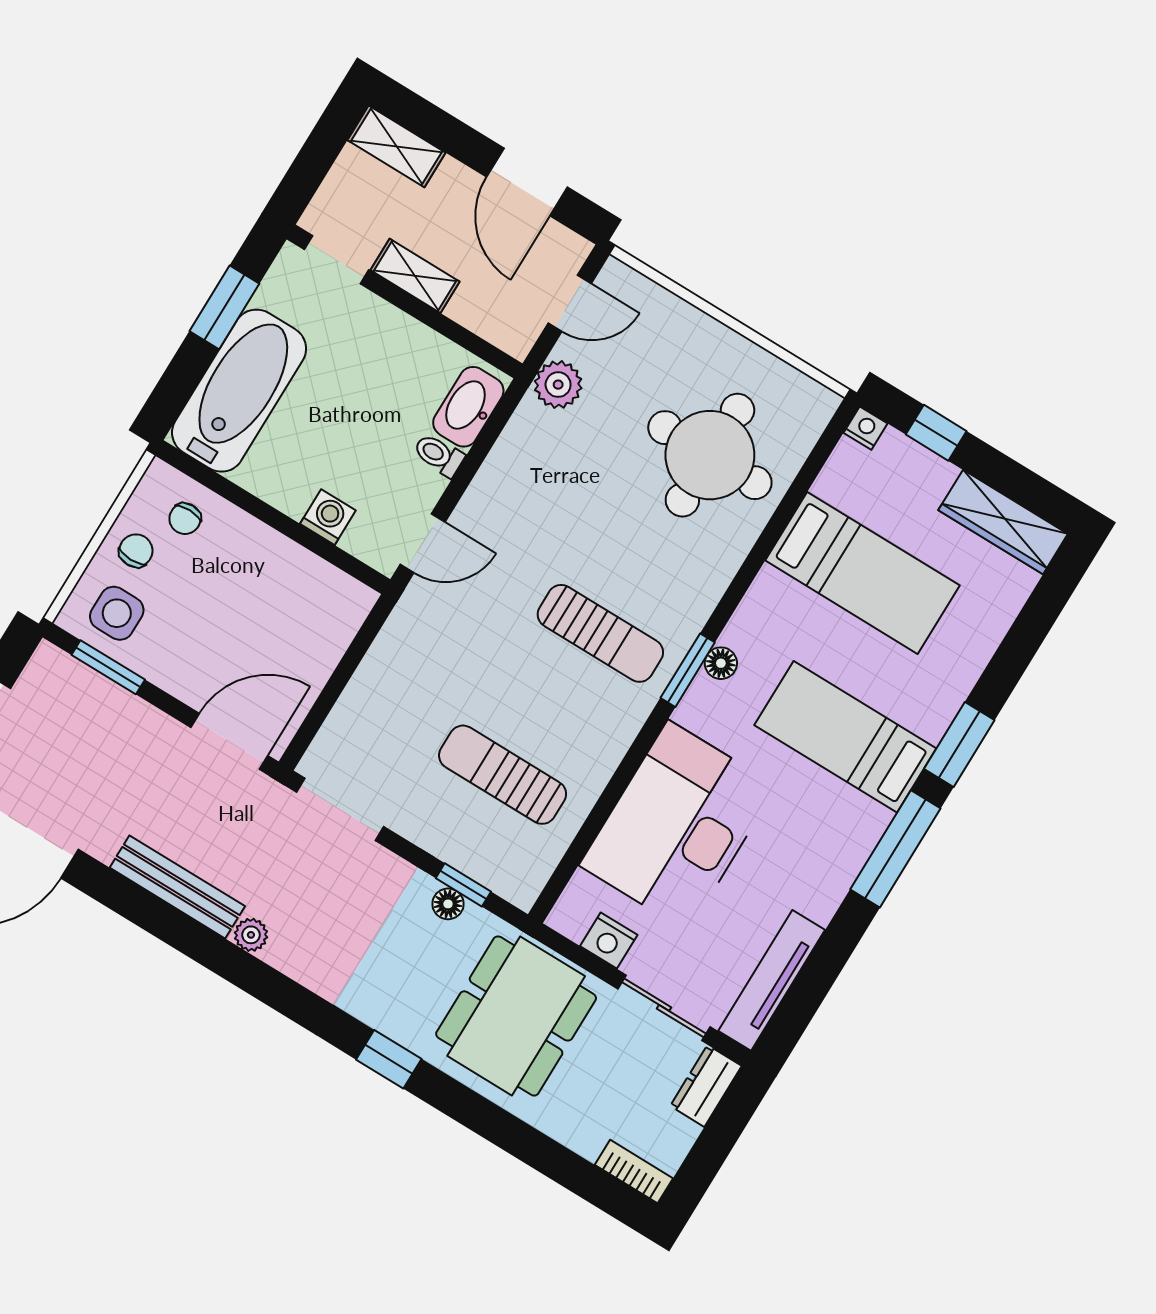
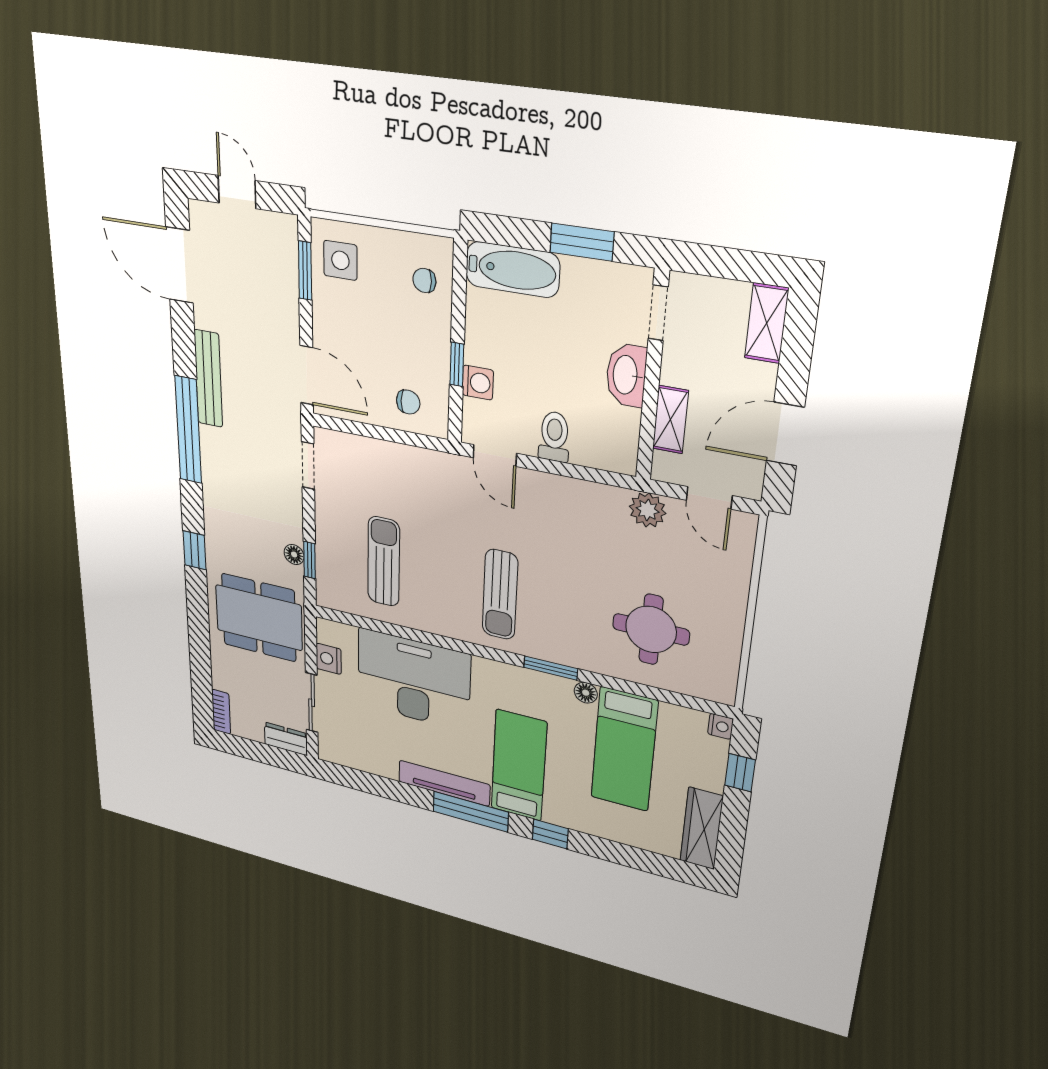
shelving: (415, 276) -> (670, 420), moved
bathtub: (239, 391) -> (512, 270), width x0.73, depth x0.73
washbasin: (468, 407) -> (626, 375), moved, turned -90
toilet: (439, 455) -> (554, 437), width x1.37, depth x1.39
round table: (710, 455) -> (651, 629), width x0.73, depth x0.73
window: (296, 532) -> (457, 364), added
chair: (136, 551) -> (408, 402), moved
floor lamp: (721, 663) -> (586, 693), moved
window: (688, 670) -> (551, 668), moved
window: (959, 744) -> (550, 834), width x0.67
doorway: (340, 809) -> (308, 465), width x0.73
plant: (251, 935) -> (210, 438), removed
window: (229, 961) -> (188, 430), added
tv unit: (772, 980) -> (444, 783), moved

